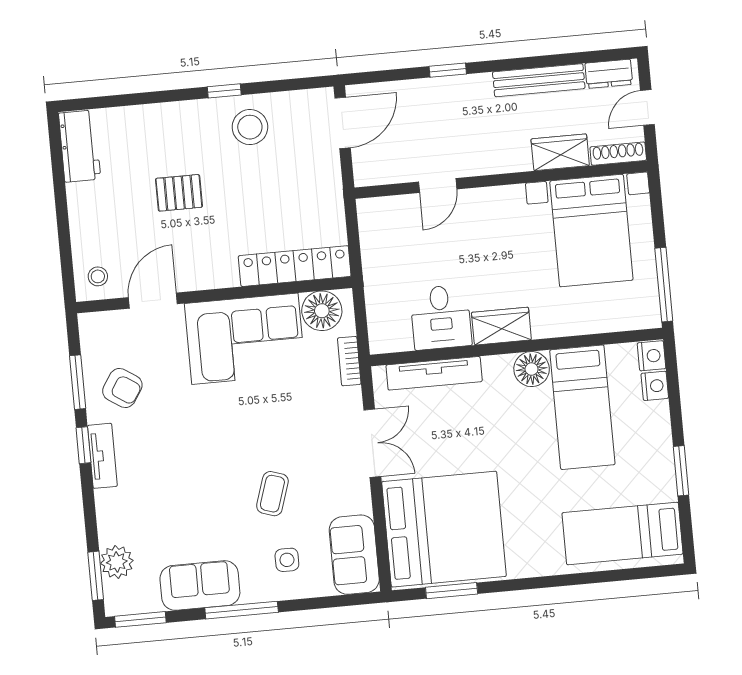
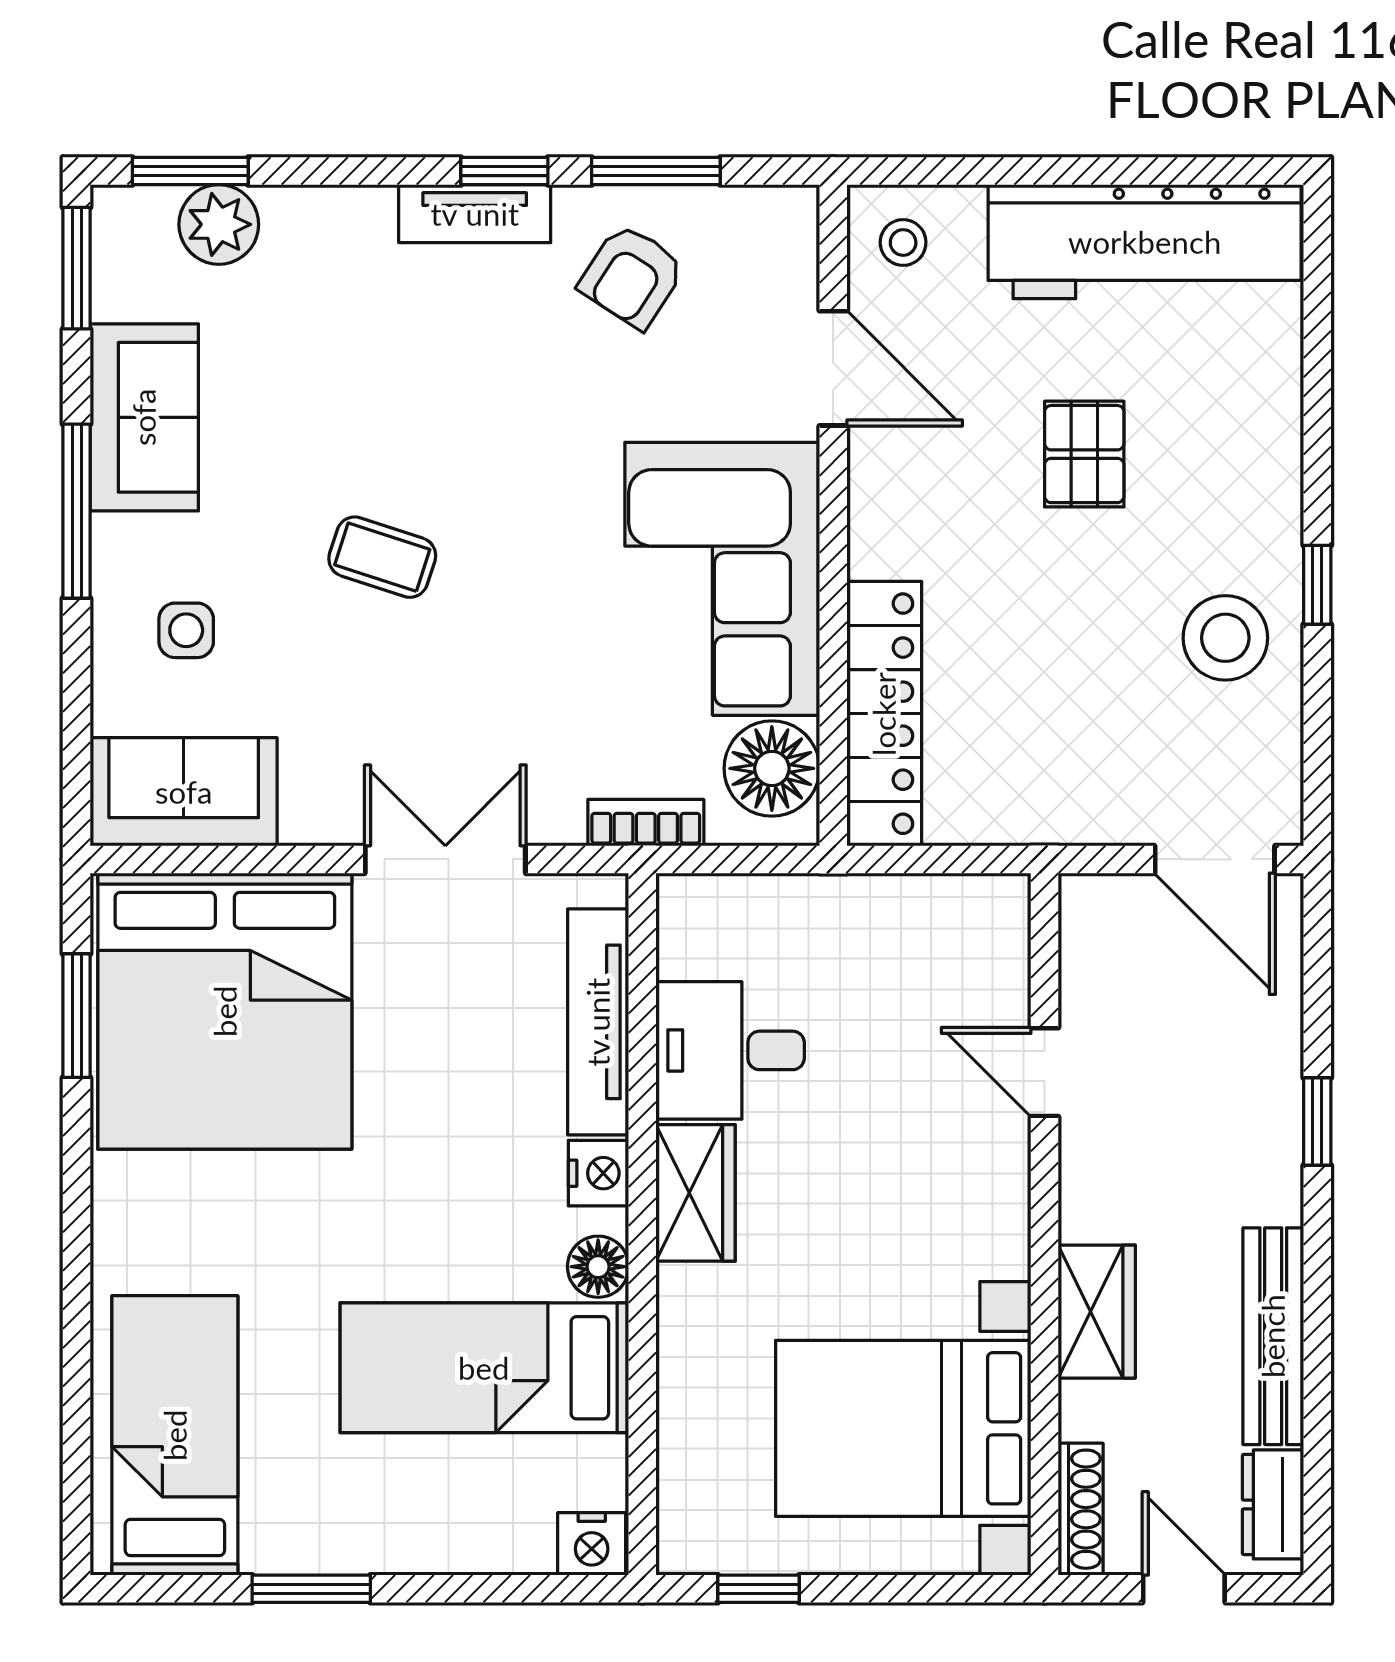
workbench: (80, 146) -> (1145, 242), width x1.88, depth x1.32
wardrobe: (560, 152) -> (1097, 1312), moved
window: (664, 285) -> (758, 1589), width x0.46
floor lamp: (532, 369) -> (598, 1267), width x0.73, depth x0.73
nightstand: (655, 386) -> (599, 1173), moved, turned -90
double door: (372, 443) -> (445, 859), swing flipped
coffee table: (272, 494) -> (382, 557), moved

